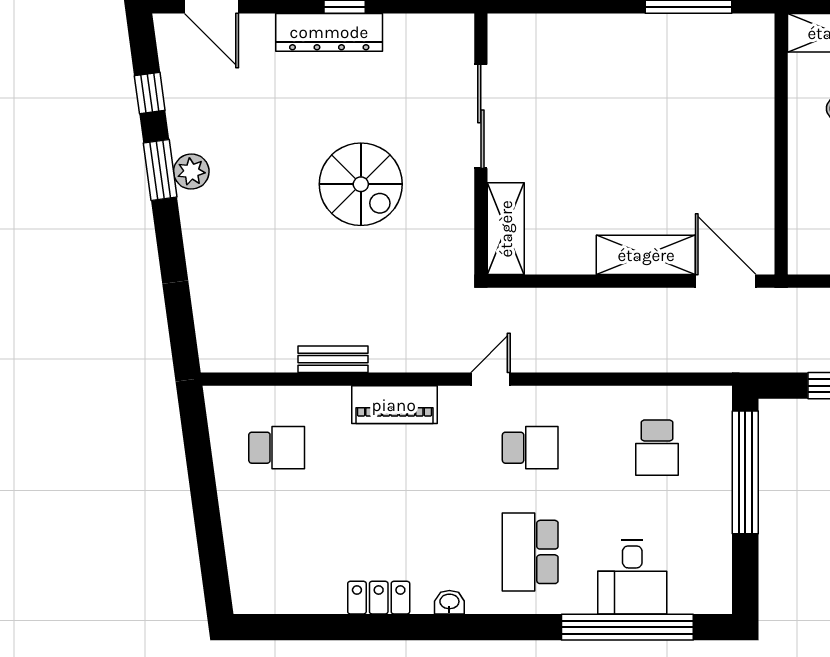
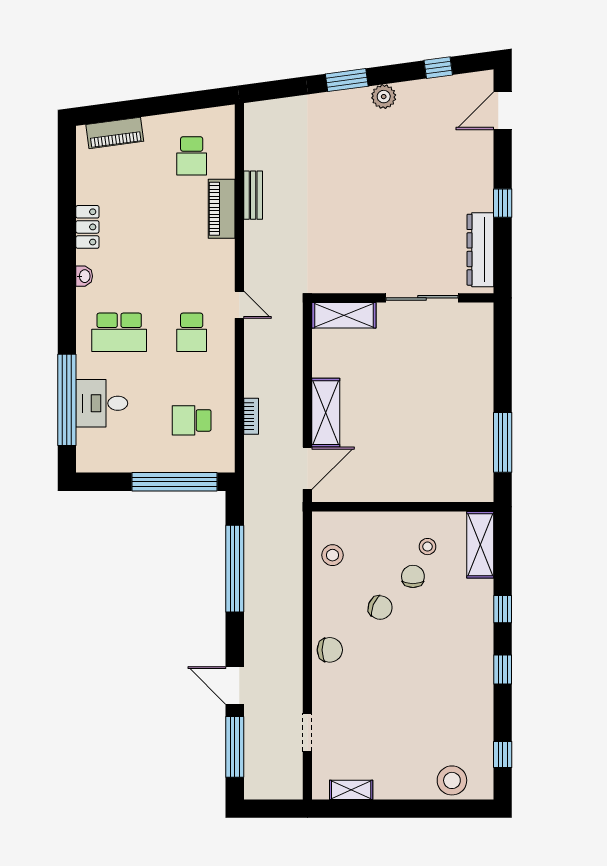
dresser: (329, 32) -> (480, 250), moved
window: (160, 170) -> (347, 80), moved
spiral stairs: (361, 184) -> (375, 214), removed
bookcase: (651, 362) -> (251, 416), added
piano: (394, 405) -> (222, 209), moved
school desk: (530, 552) -> (119, 332), turned 180
piano: (244, 558) -> (115, 133), added

